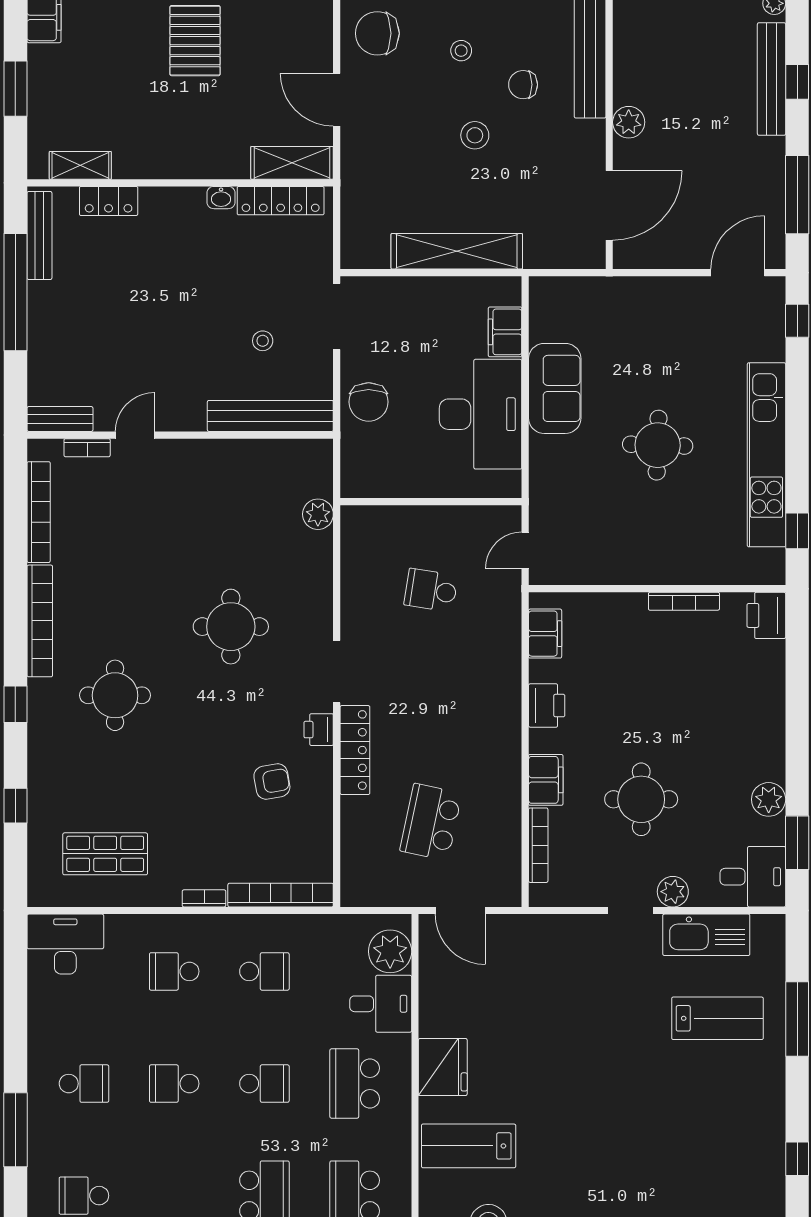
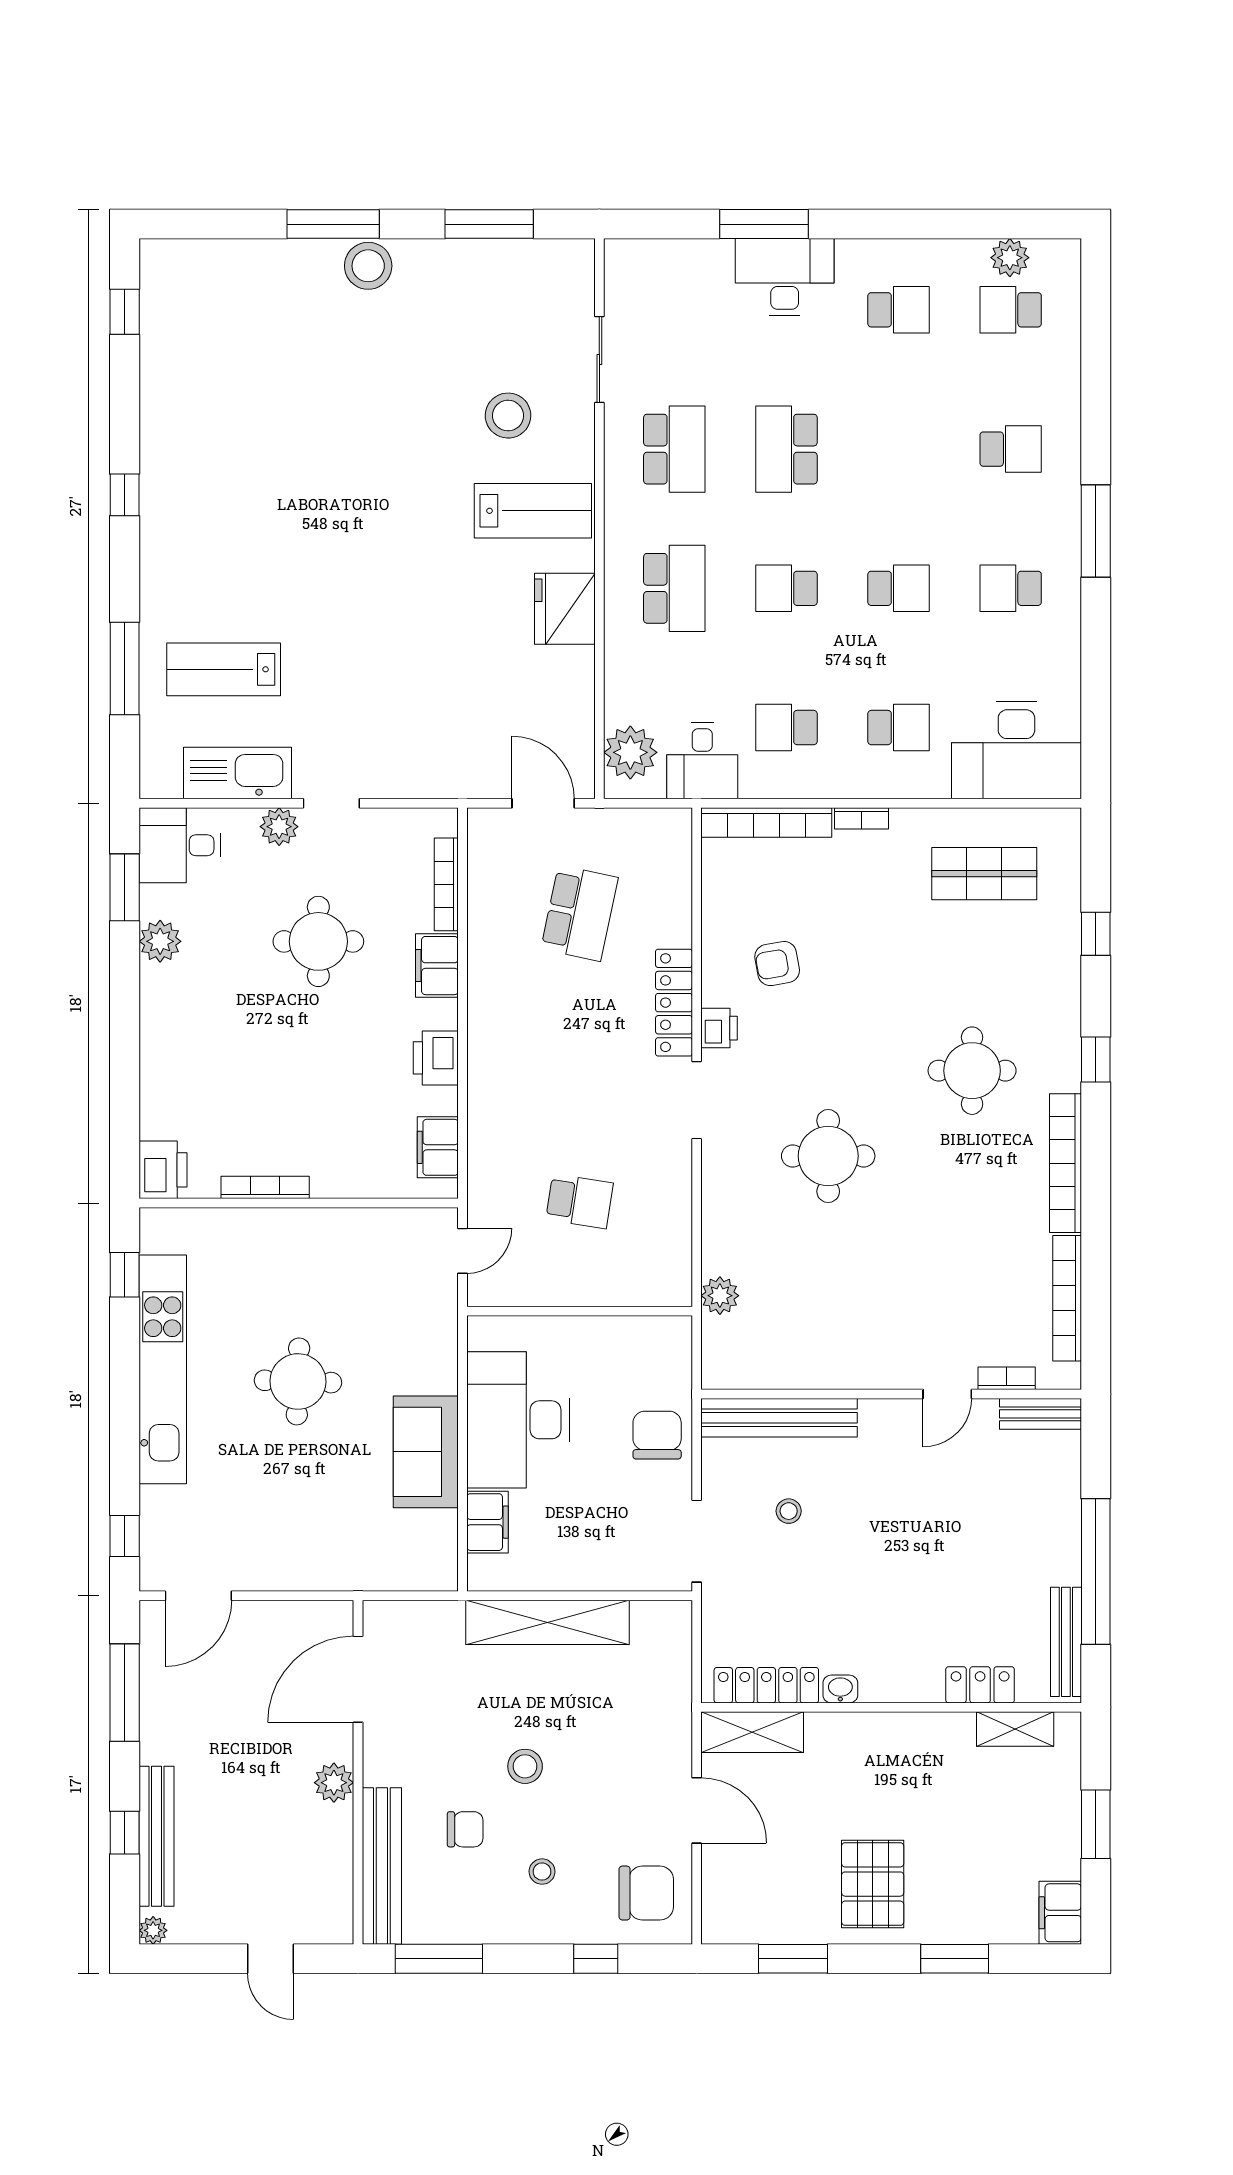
desk: (65, 944) -> (1016, 750), width x1.36, depth x1.30
desk: (381, 1004) -> (702, 761), moved, turned -90

